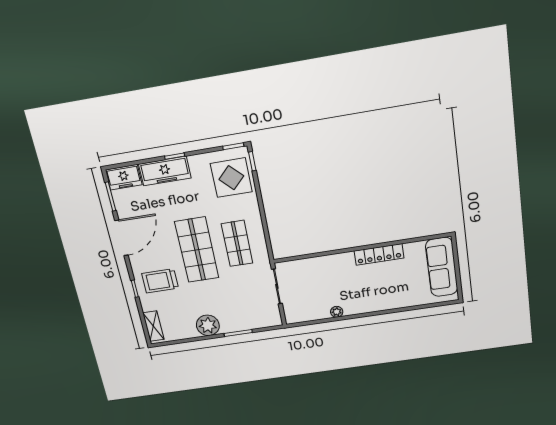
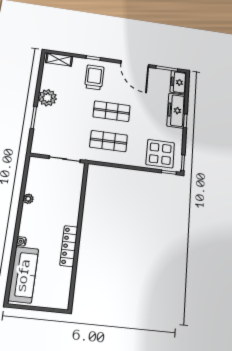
shop shelf: (197, 250) -> (112, 111), width x0.70, depth x0.74
sofa: (442, 267) -> (23, 275), moved, turned 90
water cooler: (387, 305) -> (21, 241), added

